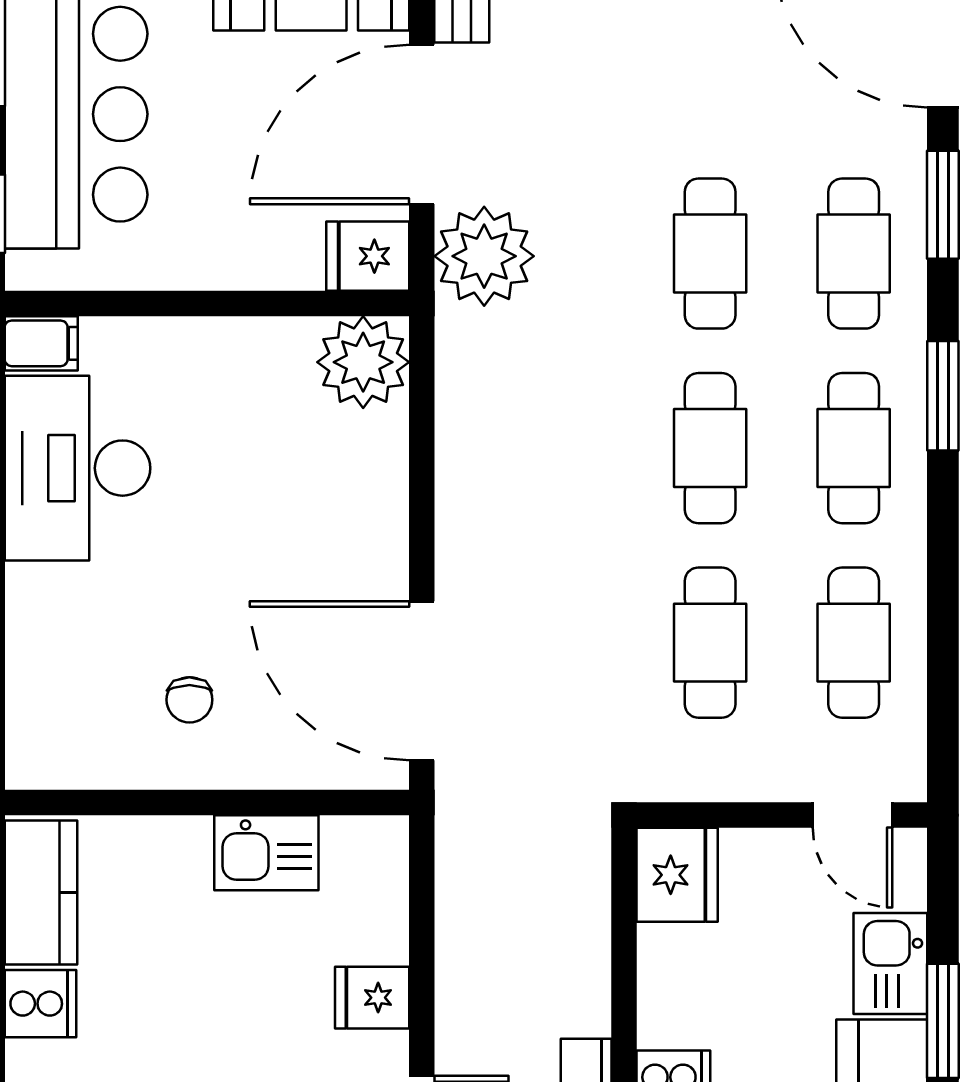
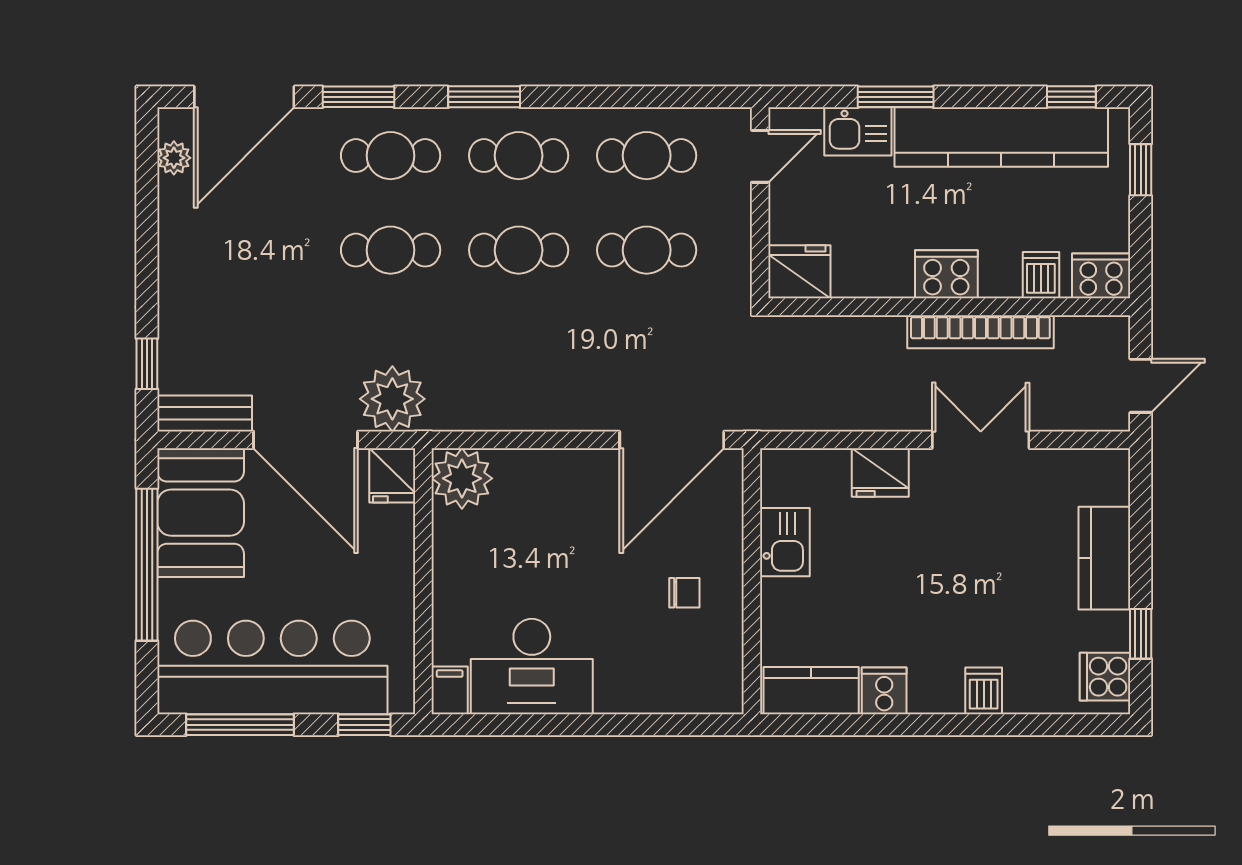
fridge: (372, 998) -> (880, 472), width x1.38

